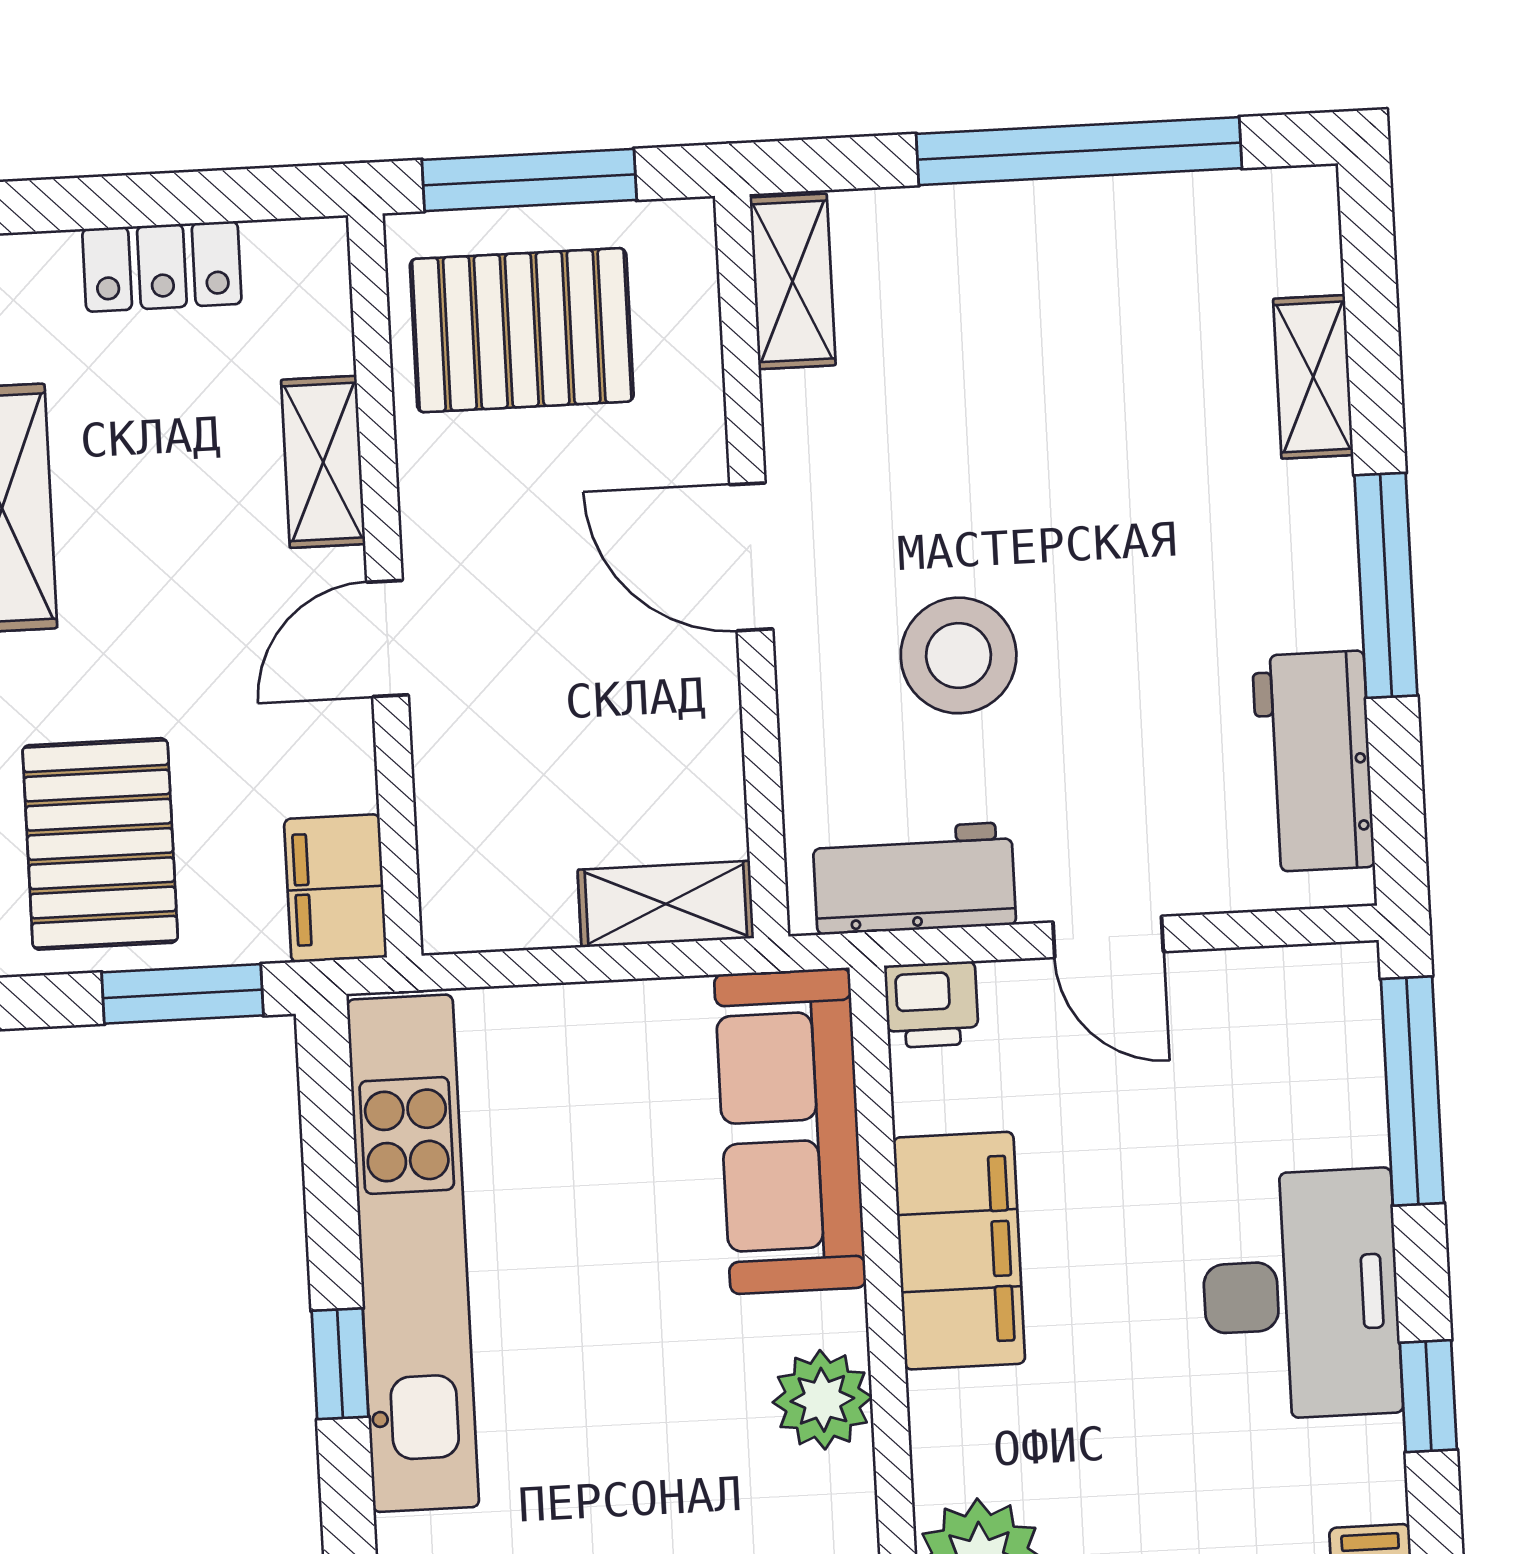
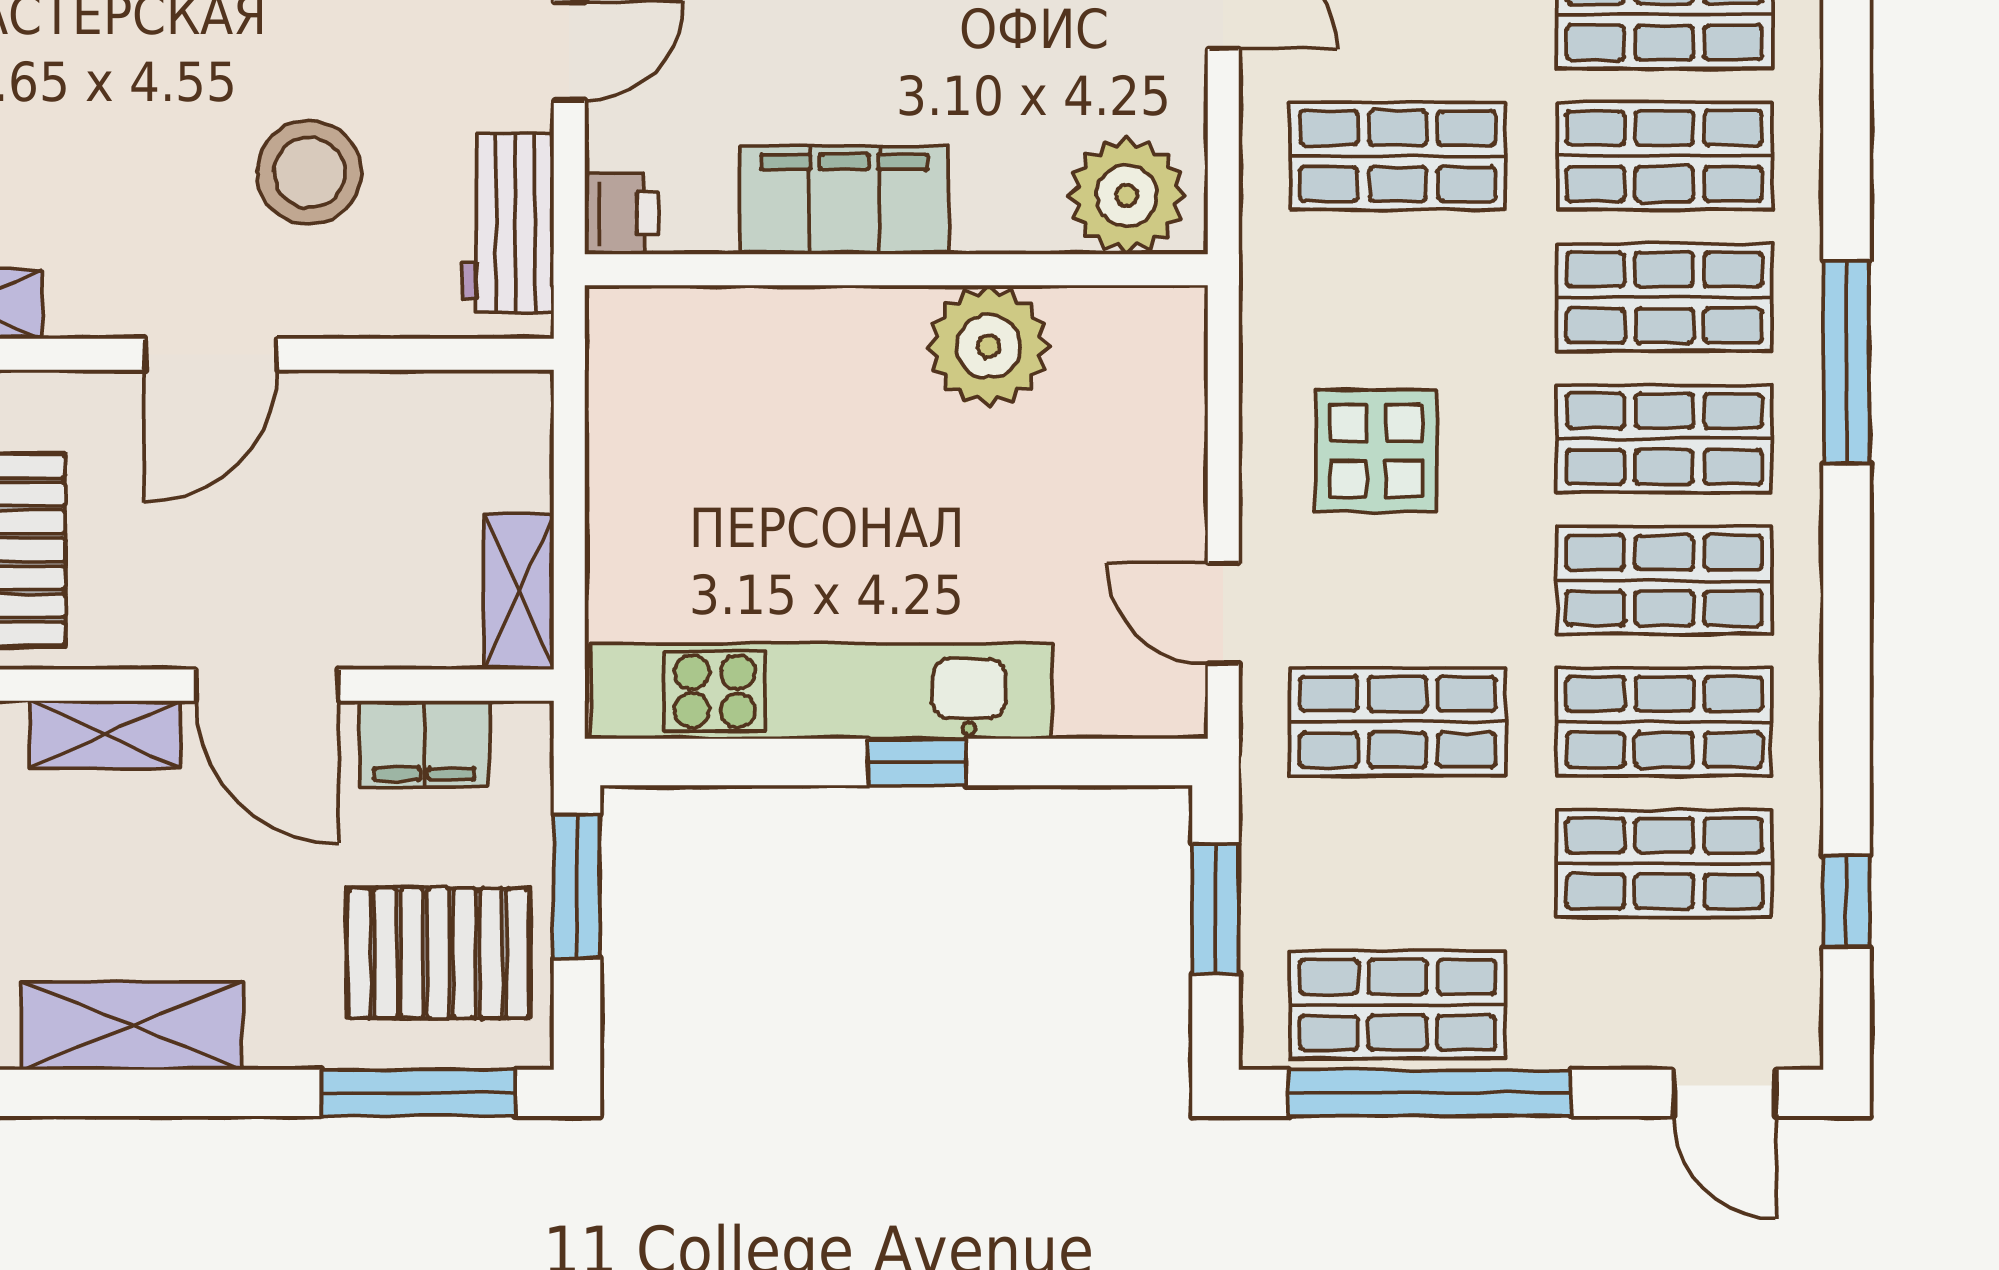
door: (388, 639) -> (267, 685), width x1.38
filing cabinet: (335, 888) -> (424, 744), moved
shelving: (666, 904) -> (519, 592), moved
sofa: (790, 1131) -> (729, 346), removed
plant: (822, 1400) -> (988, 346), width x1.36, depth x1.36

